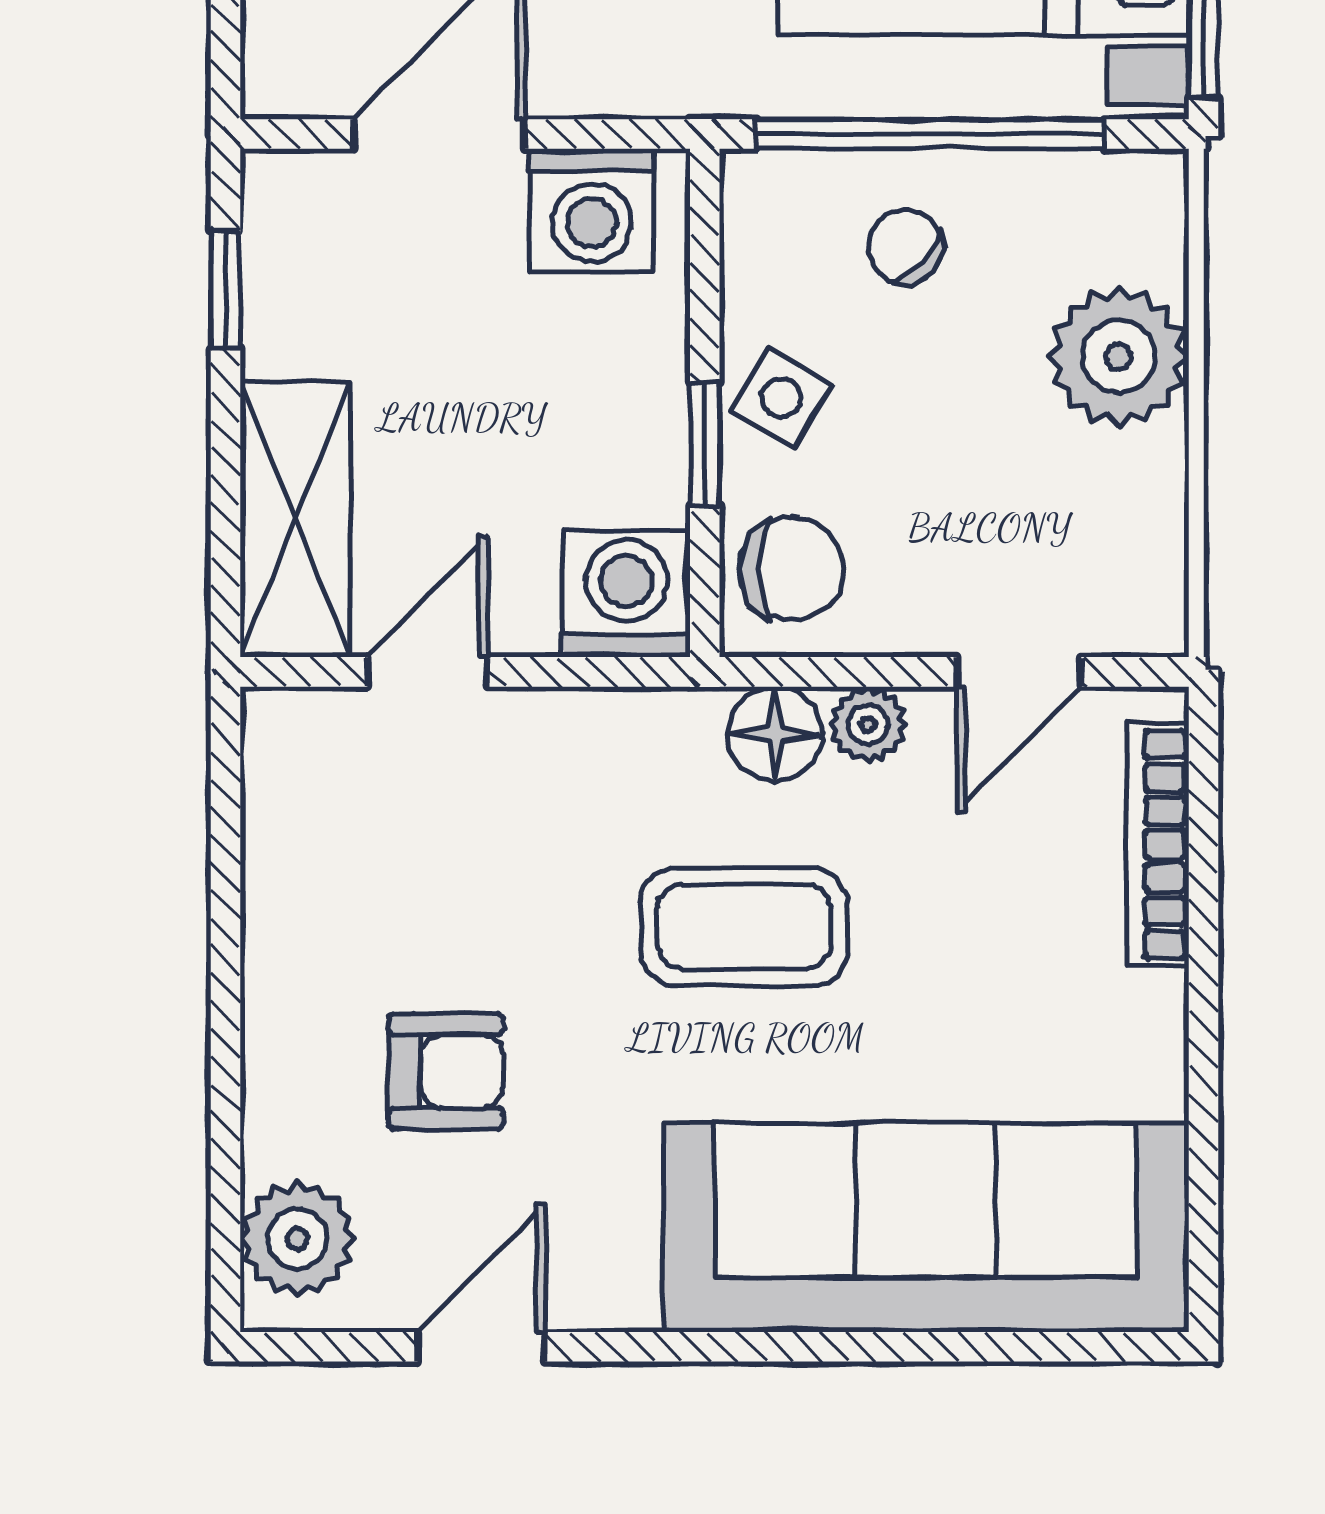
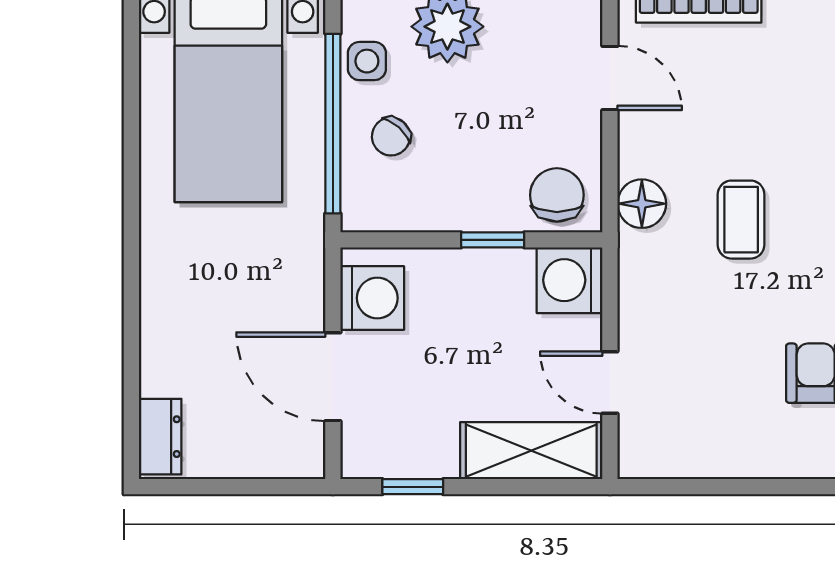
side table: (781, 398) -> (367, 61), moved, turned -31
plant: (868, 725) -> (637, 156), removed
coffee table: (744, 927) -> (741, 220), width x0.73, depth x0.77

